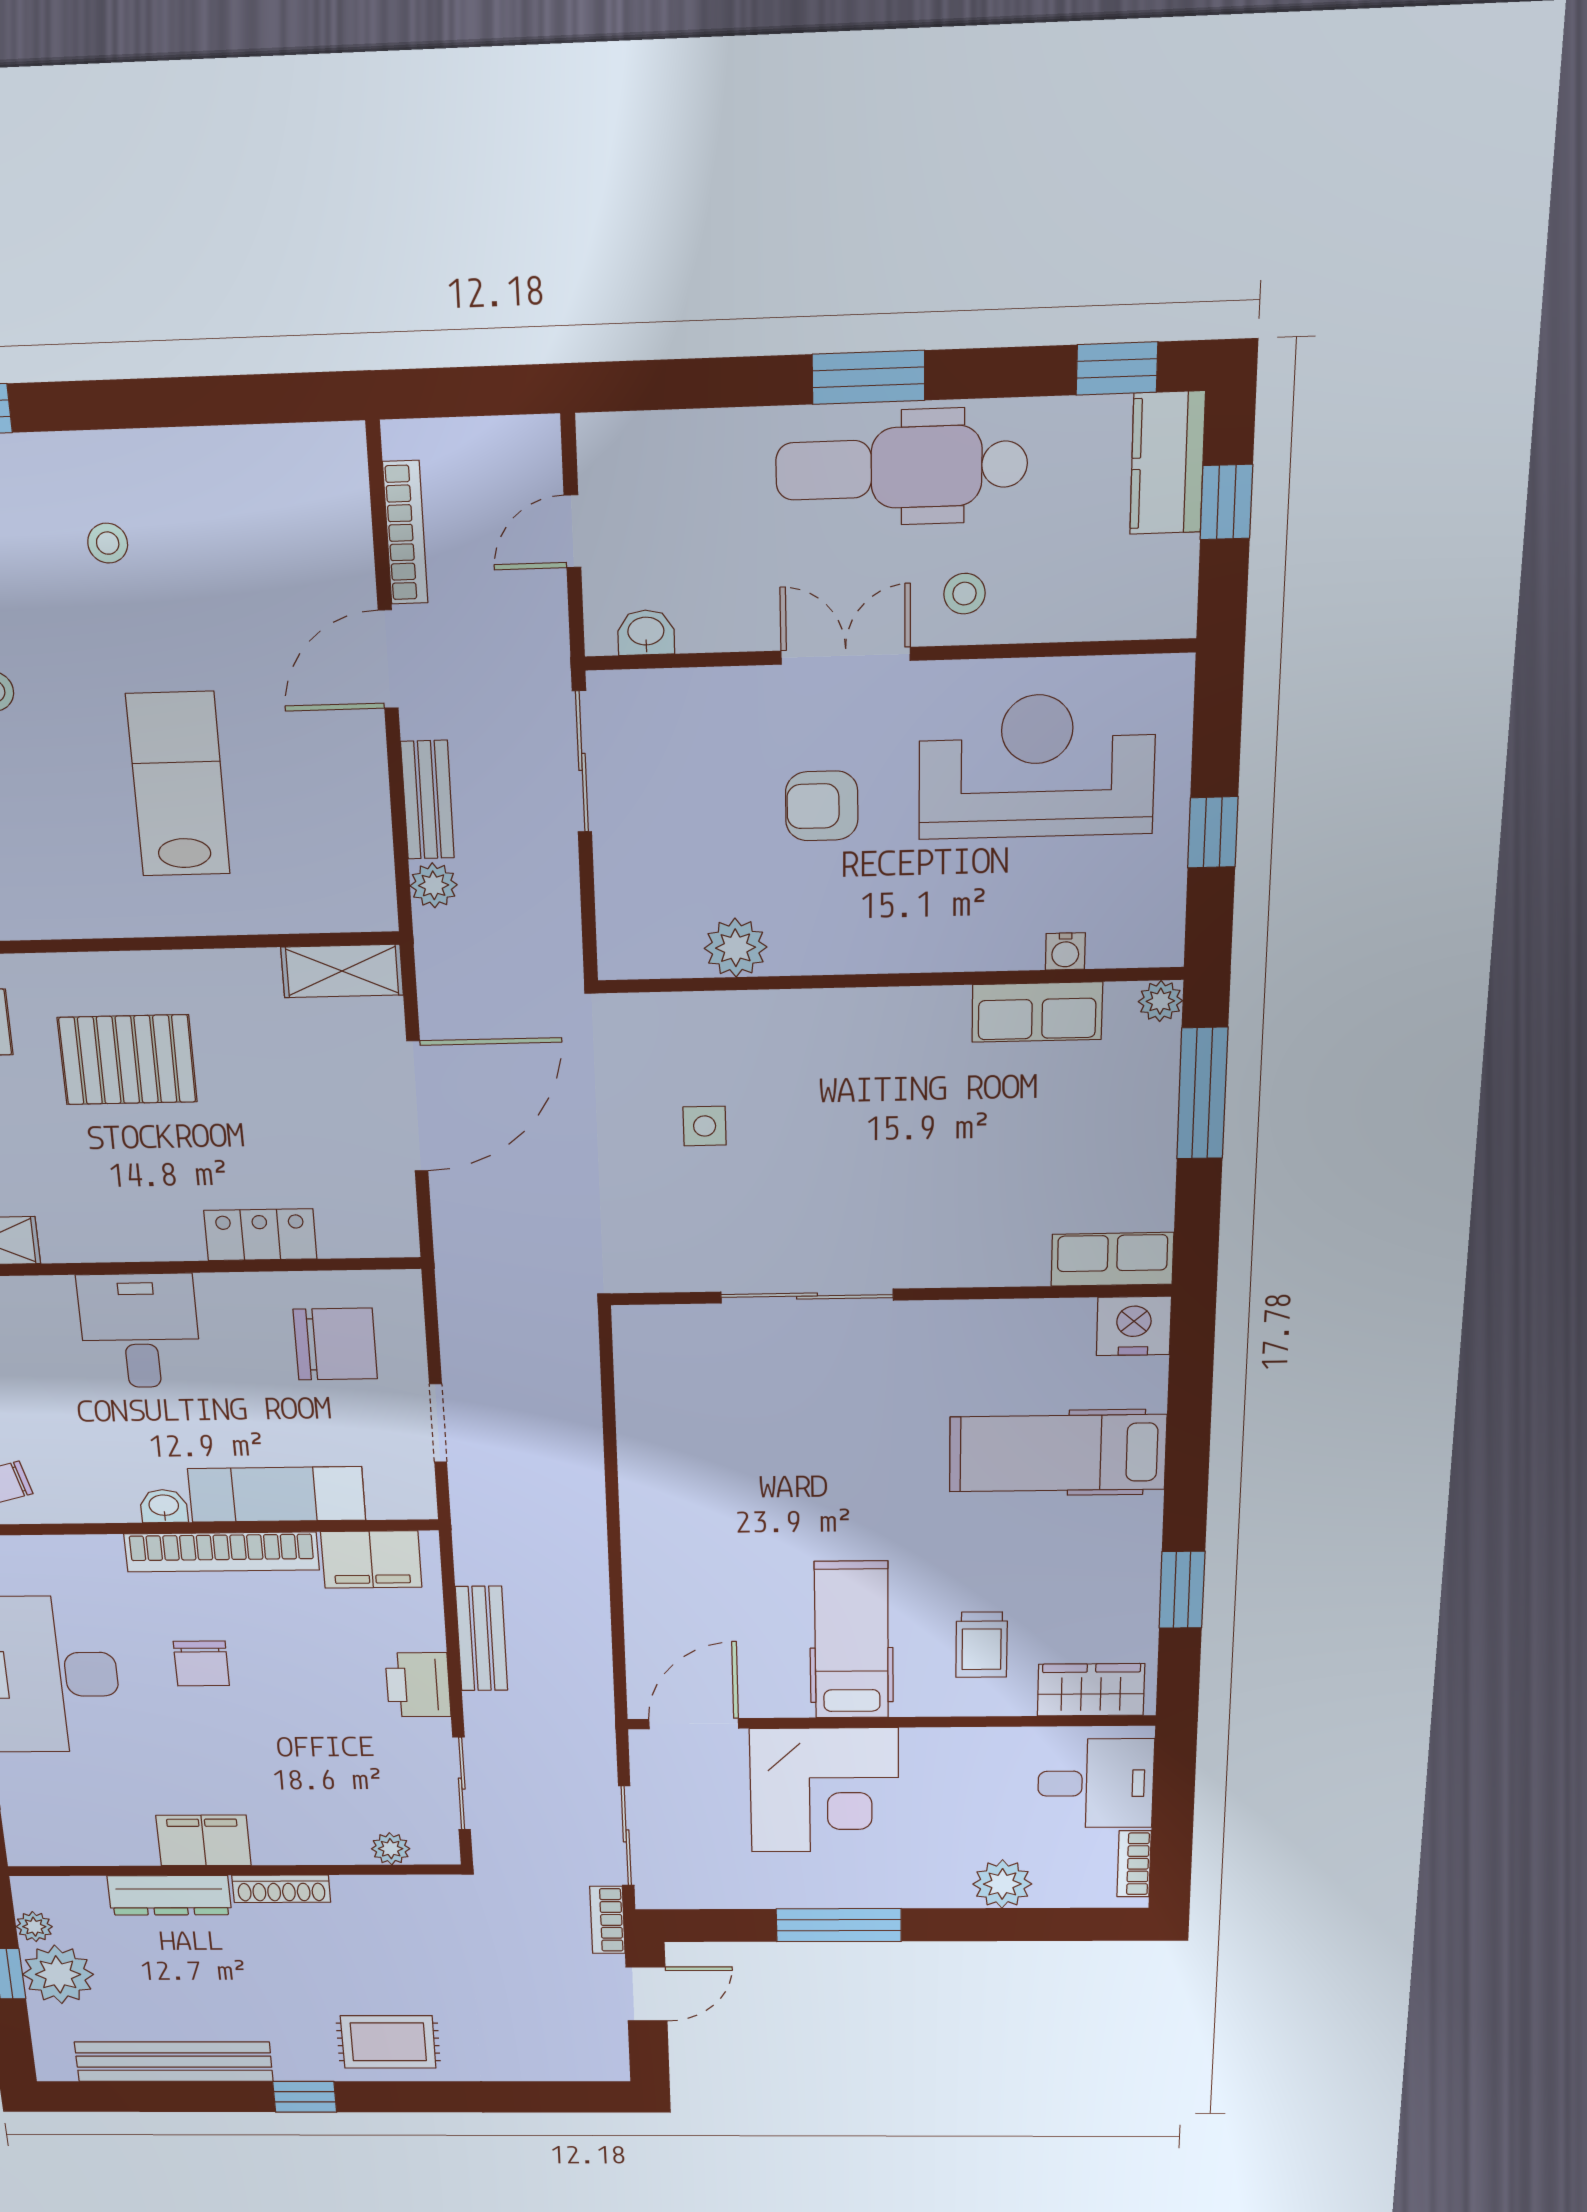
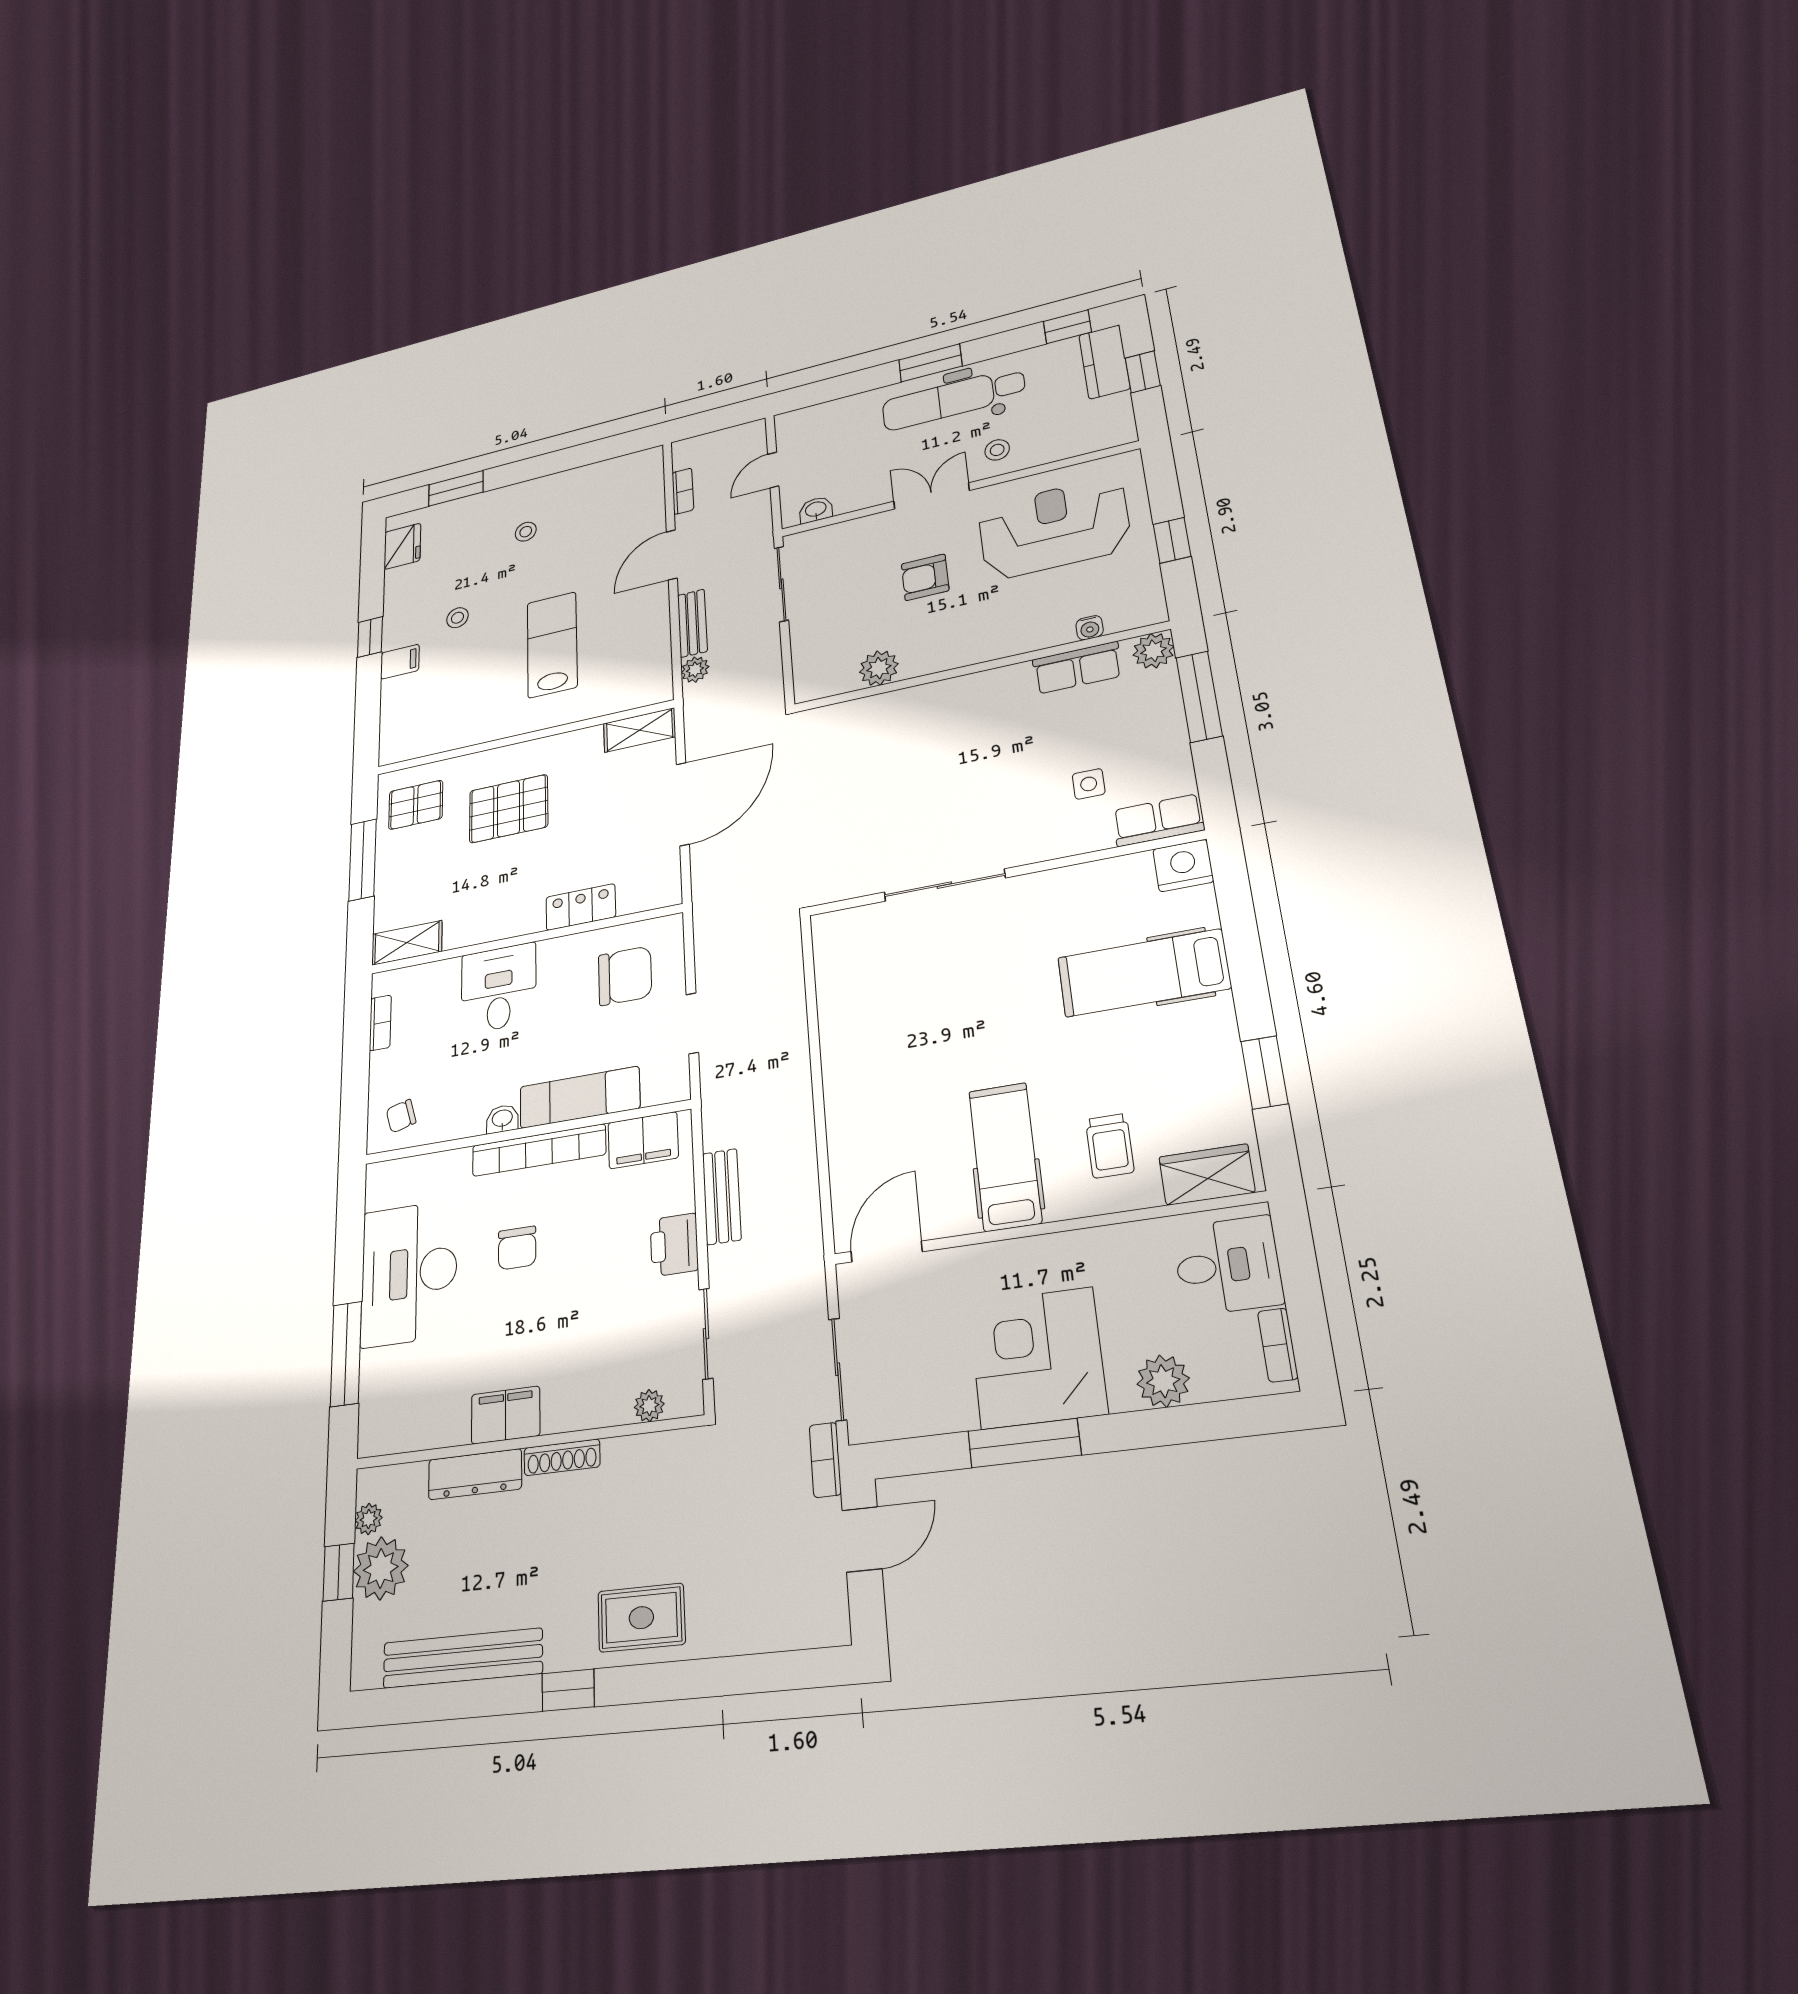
bookcase: (405, 533) -> (683, 491), width x0.64
plant: (1160, 1001) -> (1153, 651), width x1.38, depth x1.38
side table: (705, 1126) -> (1089, 784), moved
corner desk: (824, 1790) -> (1037, 1358), moved, turned 180

